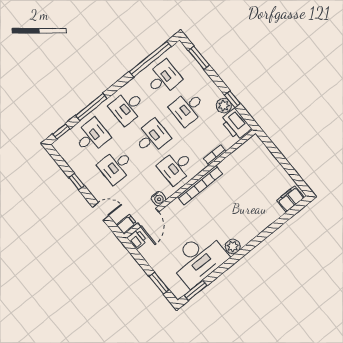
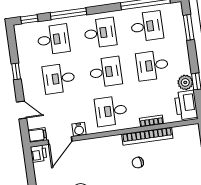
desk: (127, 107) -> (100, 33), turned 180
bookcase: (200, 185) -> (147, 136), moved
chair: (225, 197) -> (138, 163), added

